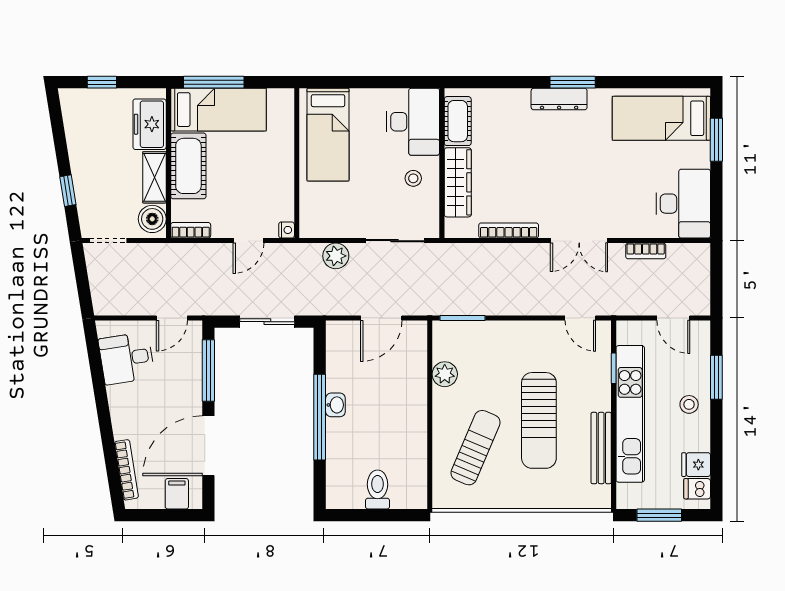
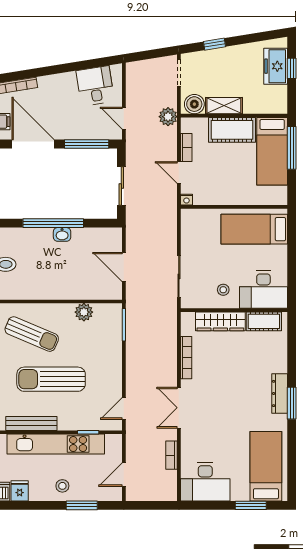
freezer: (150, 124) -> (276, 66), moved, turned -90
bookcase: (191, 230) -> (186, 147), moved
plant: (336, 256) -> (168, 117), moved

